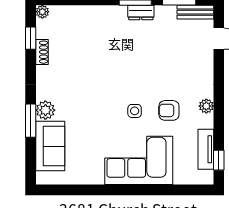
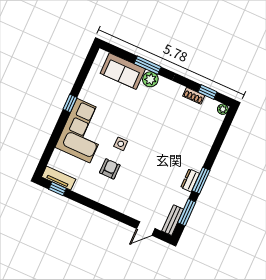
plant: (206, 106) -> (101, 197), removed
tv unit: (206, 149) -> (59, 178), moved
window: (114, 190) -> (70, 103), added

